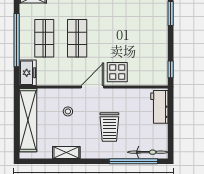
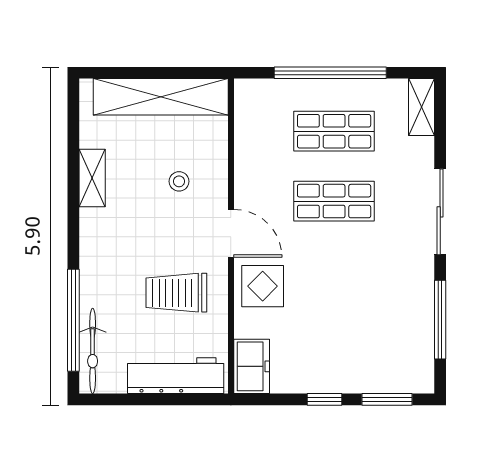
window: (171, 69) -> (324, 399), moved
freezer: (28, 73) -> (252, 366), moved, turned -90
workbench: (159, 107) -> (176, 376), width x1.37
trolley: (109, 127) -> (176, 293), moved

